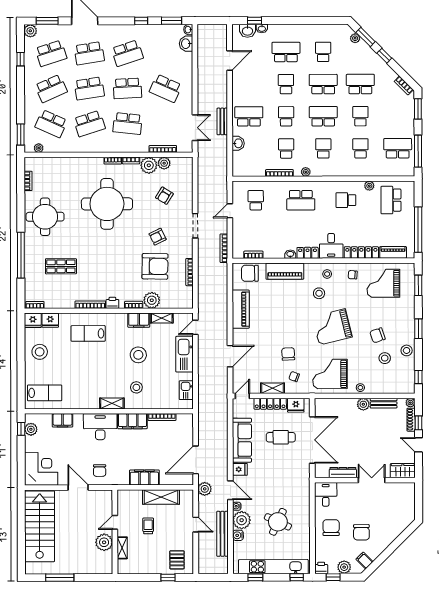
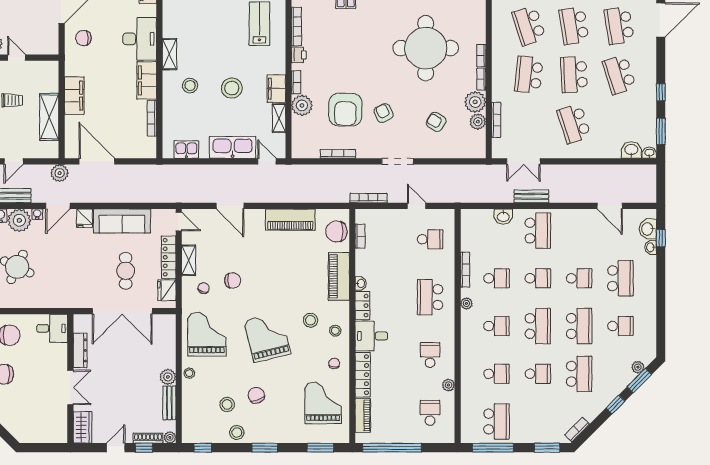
school desk: (166, 88) -> (574, 124), turned -42
school desk: (391, 200) -> (430, 413), width x0.54
chair: (250, 273) -> (336, 231), turned -90

